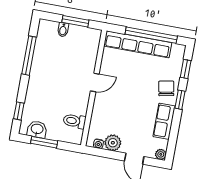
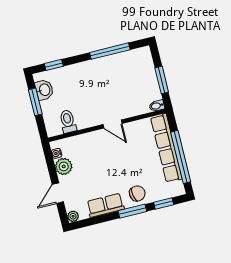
bidet: (63, 30) -> (157, 106), moved
window: (180, 100) -> (132, 211), width x1.50

